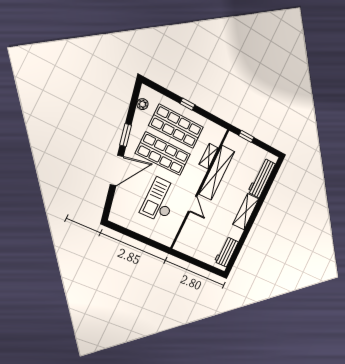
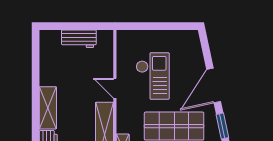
workbench: (226, 252) -> (79, 39), moved, turned 90

